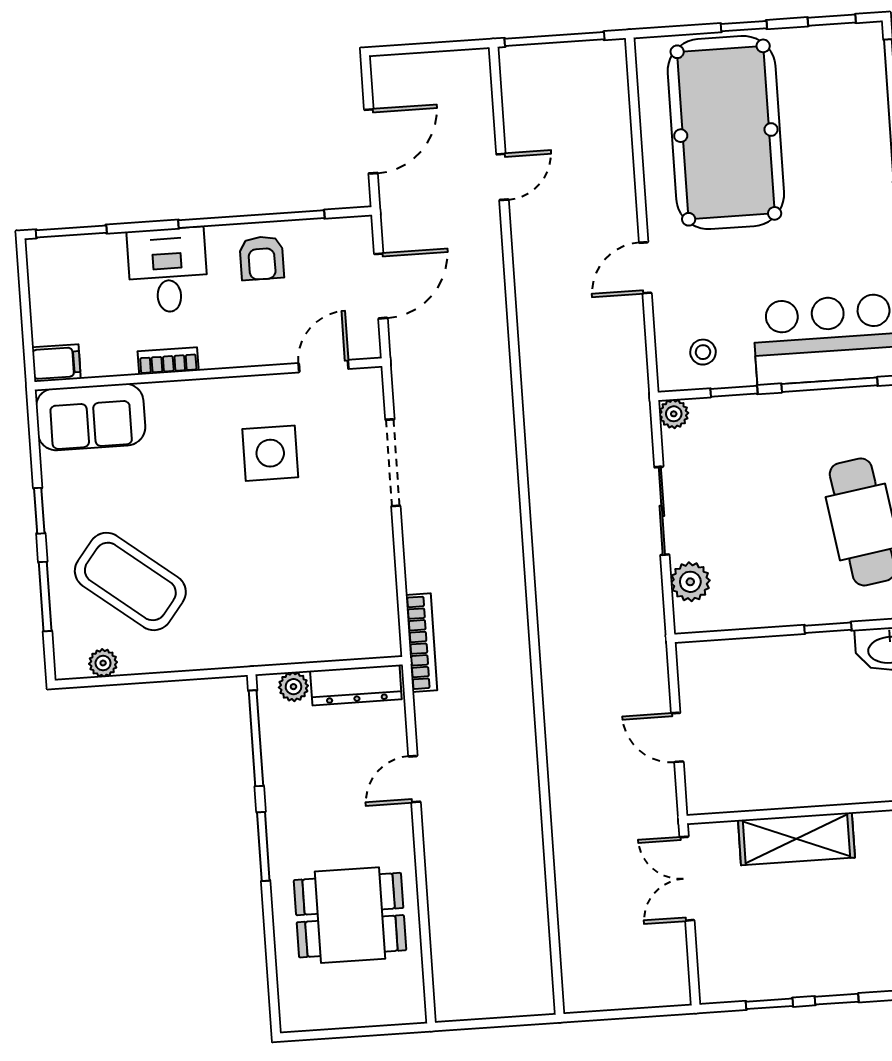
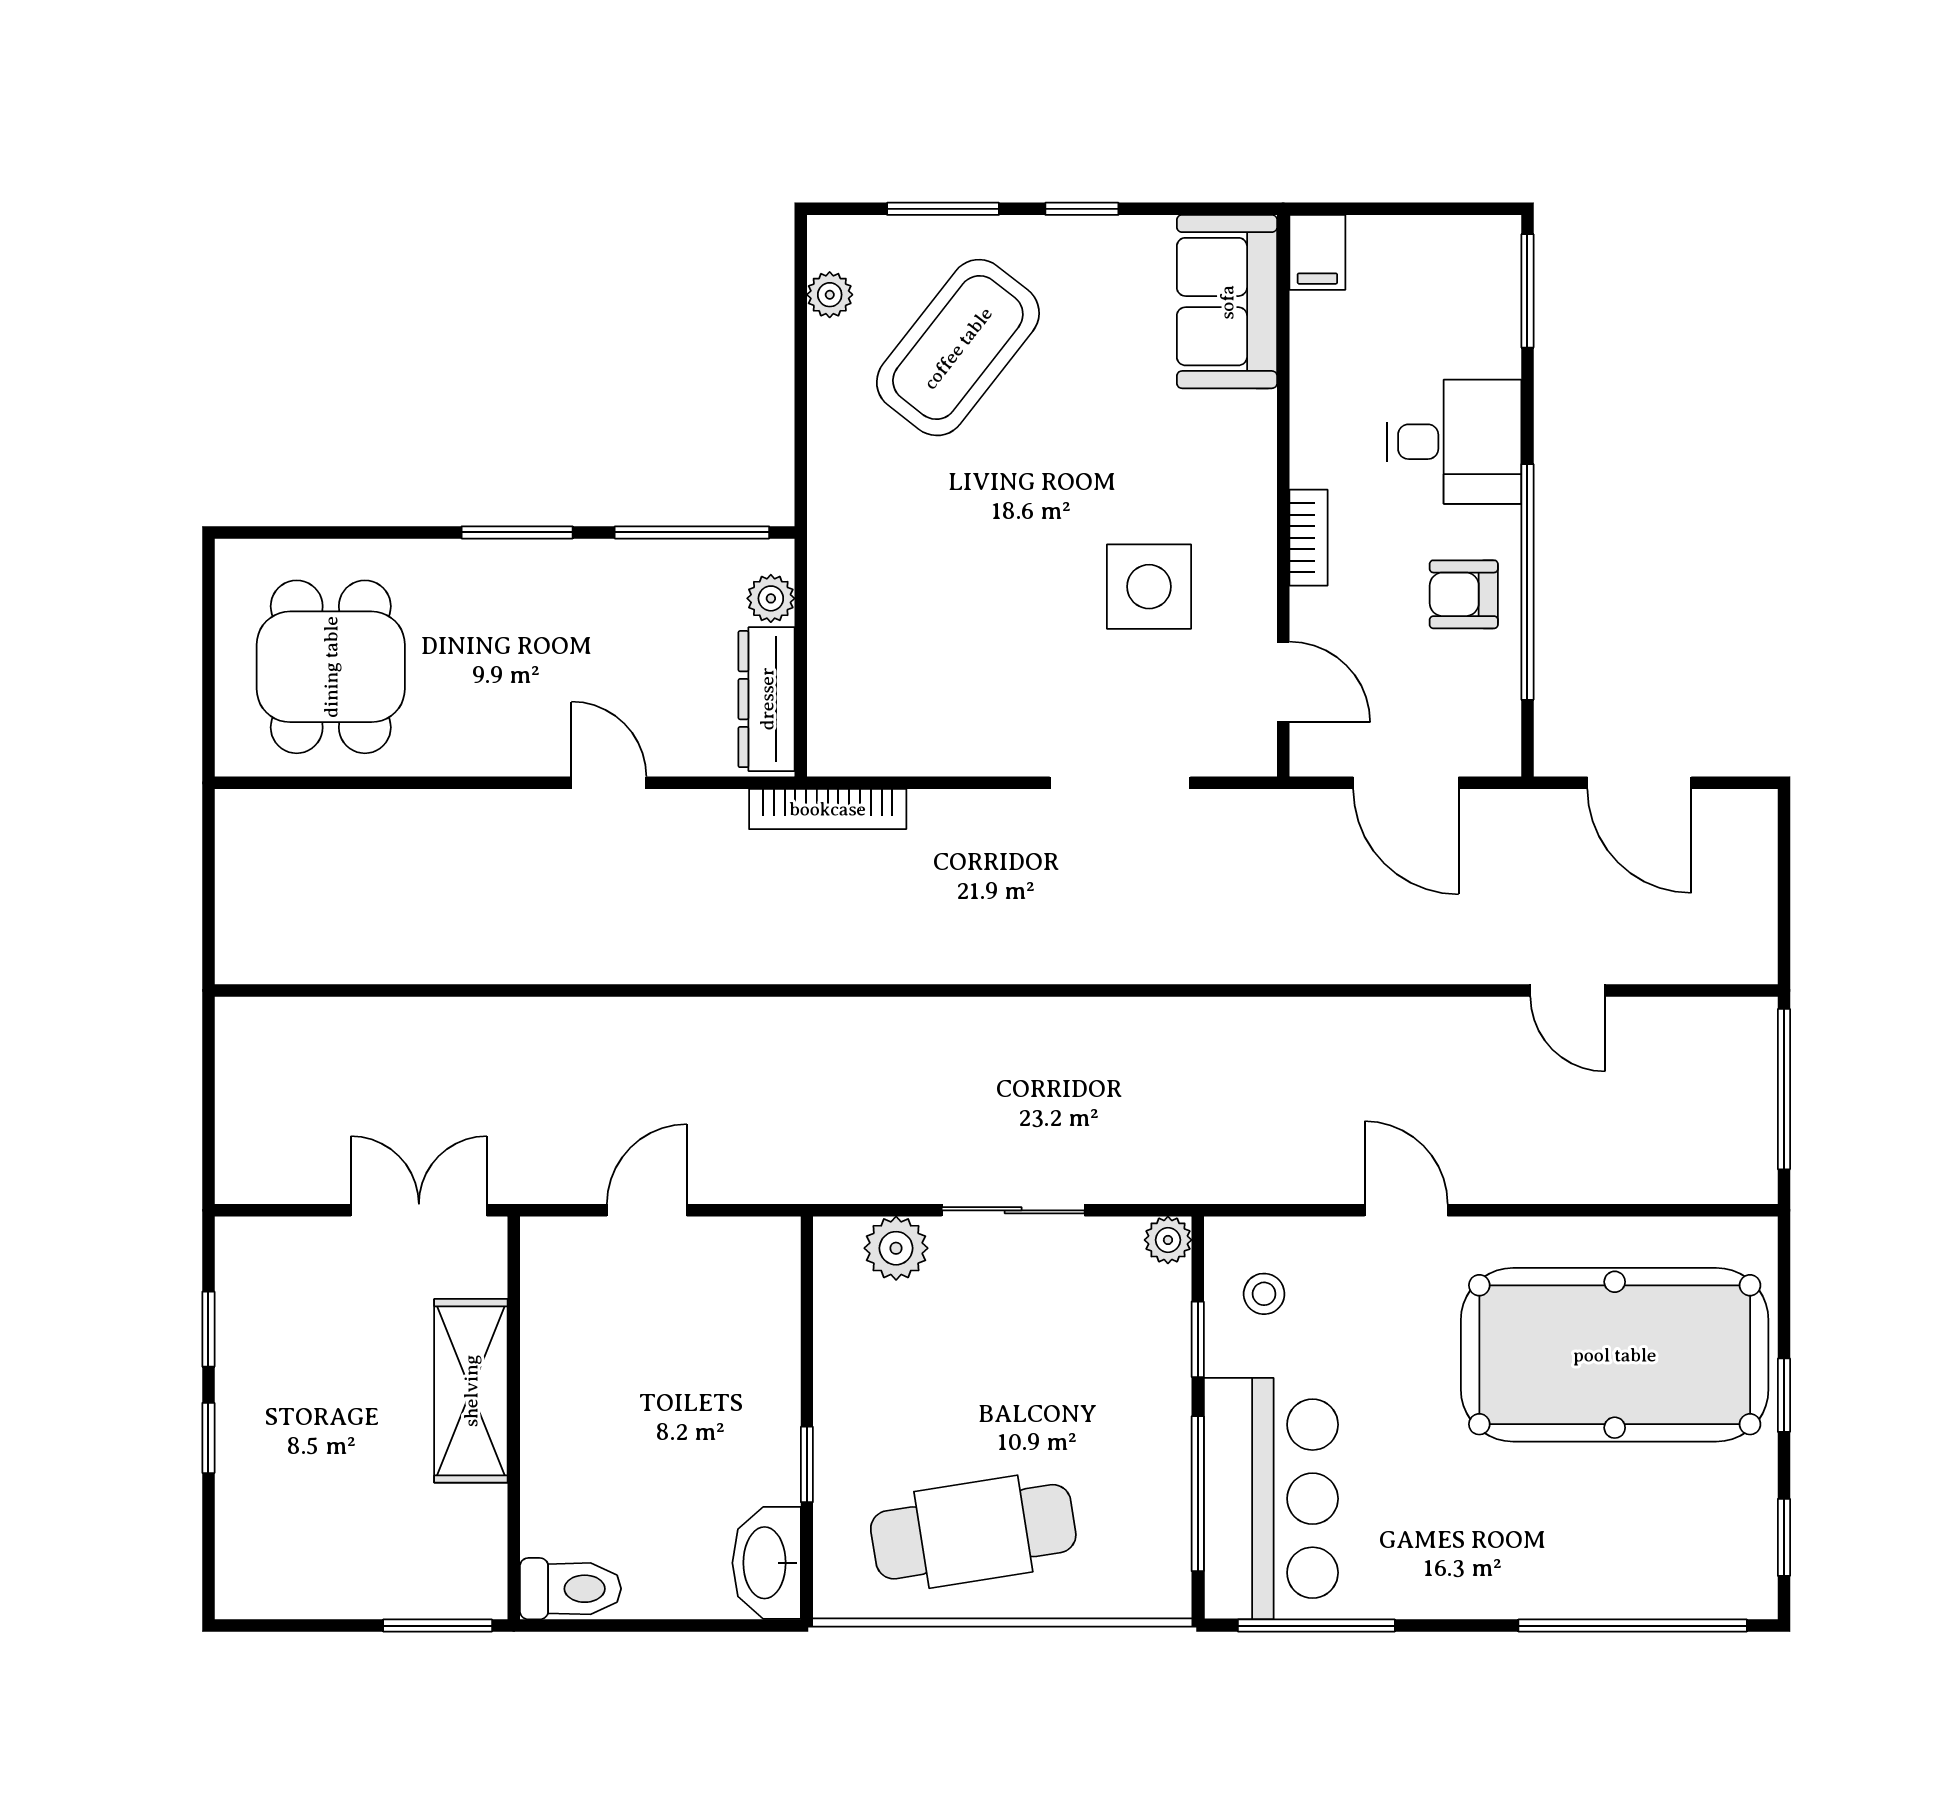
bookcase: (168, 361) -> (1308, 538), moved
dining table: (350, 915) -> (331, 667), moved

